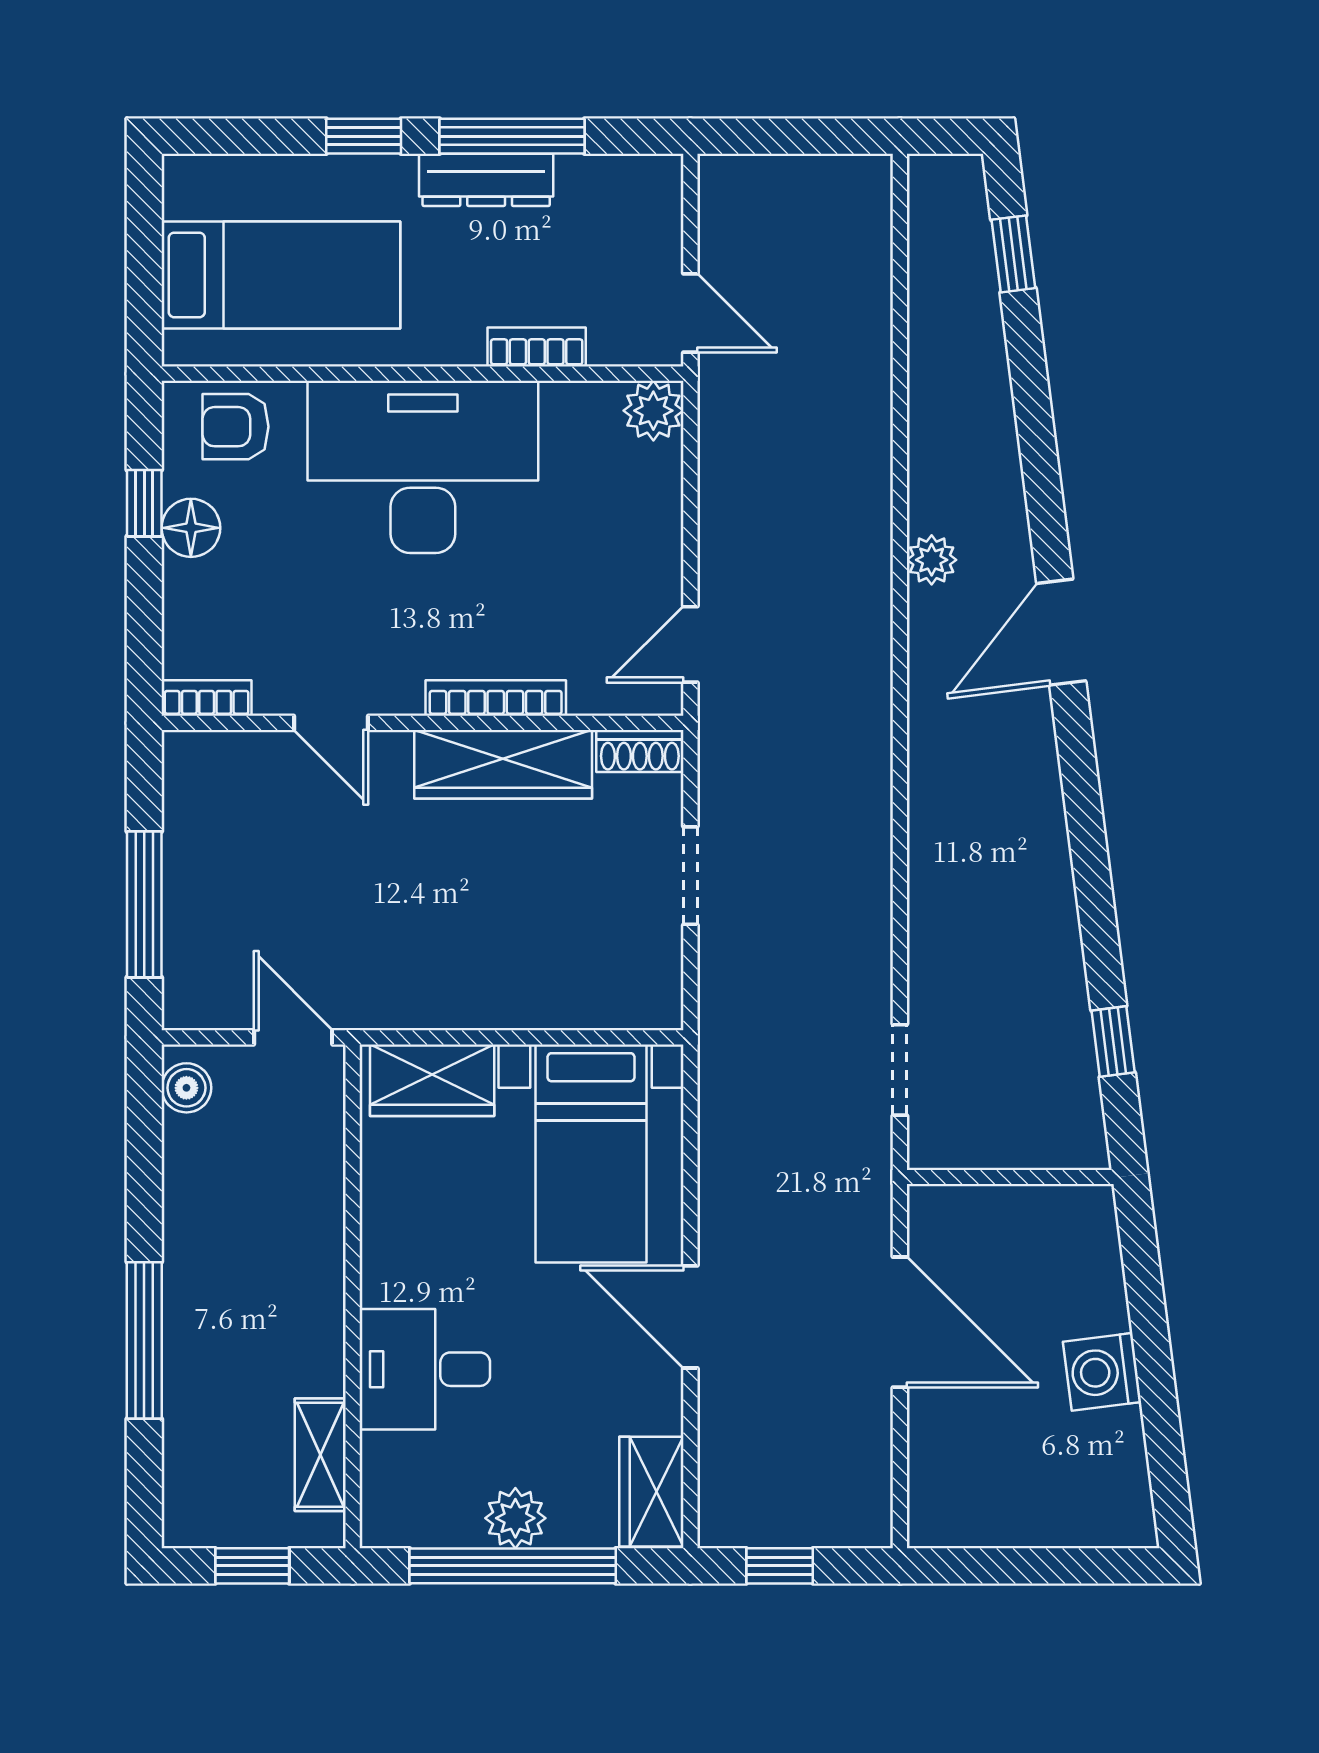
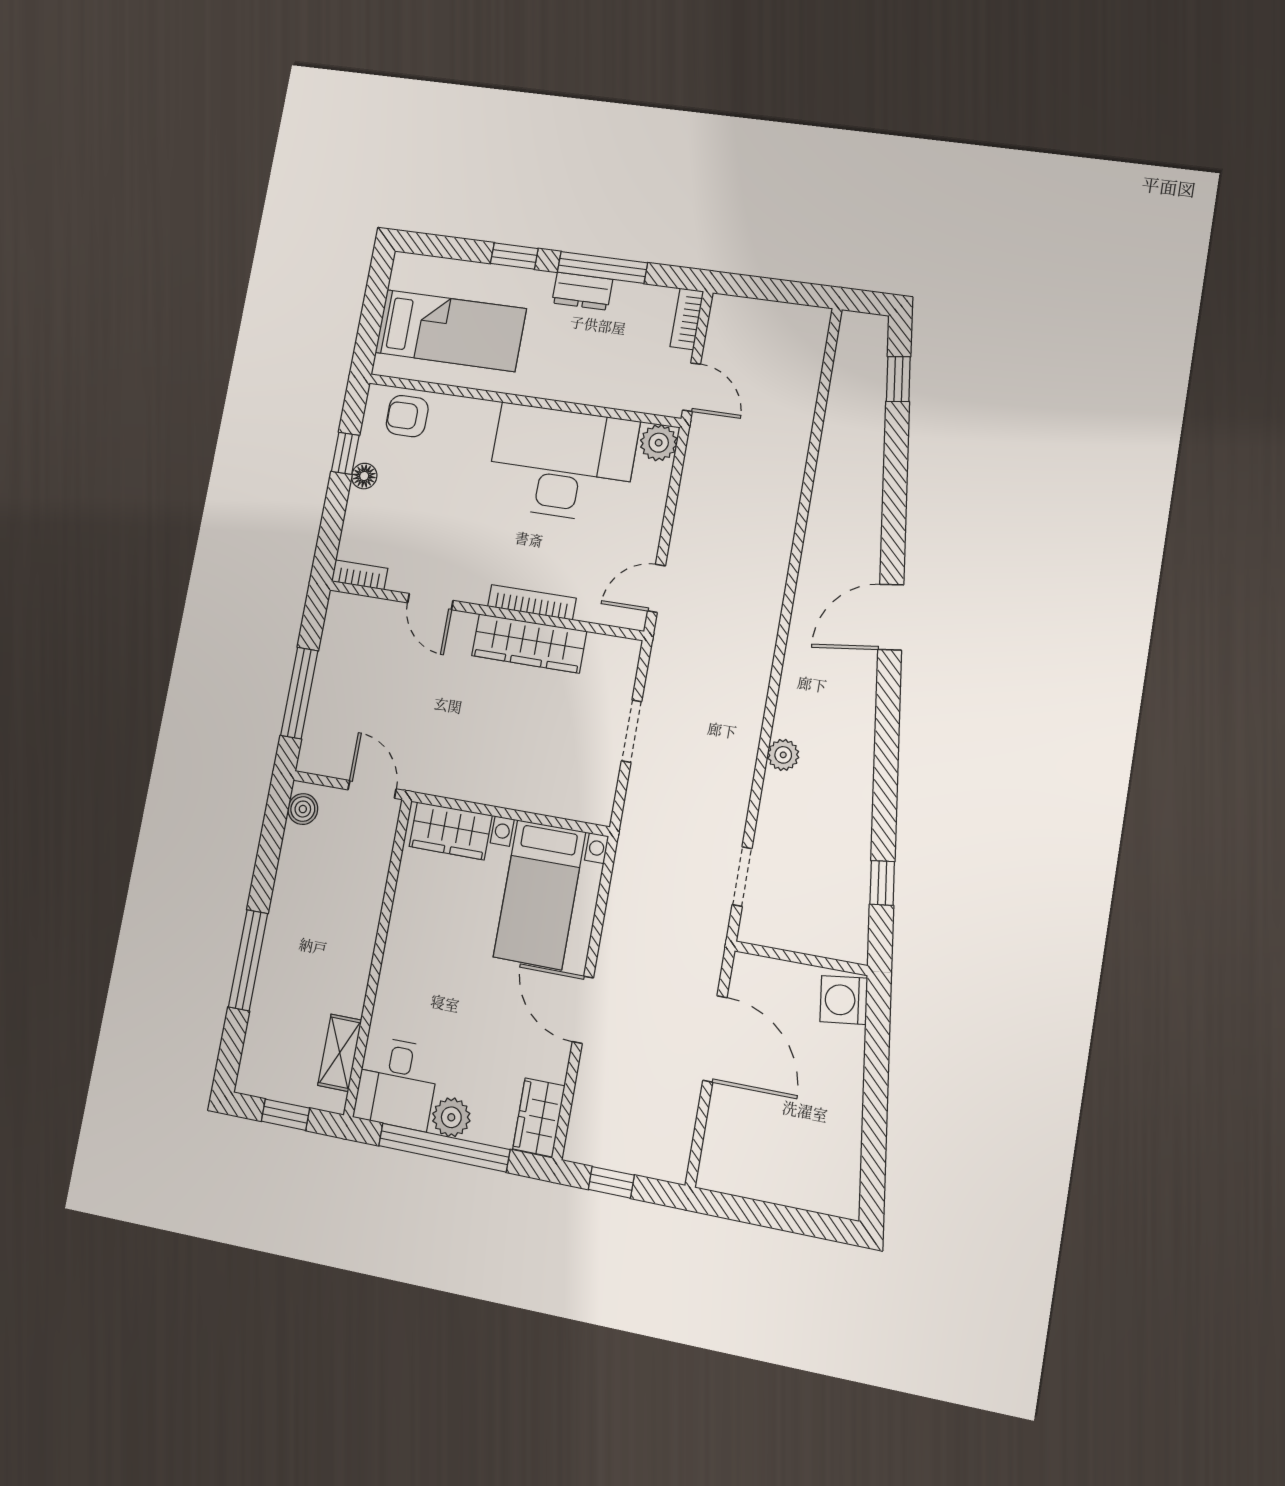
dresser: (486, 180) -> (582, 291), width x0.70
bookcase: (537, 347) -> (687, 319), moved, turned -90
desk: (423, 467) -> (562, 463), moved
floor lamp: (191, 528) -> (364, 476), width x0.73, depth x0.73
plant: (932, 560) -> (783, 755), moved
shoe rack: (640, 751) -> (614, 649), removed
desk: (425, 1369) -> (397, 1083), moved, turned -90
washing machine: (1102, 1372) -> (844, 1000), moved

